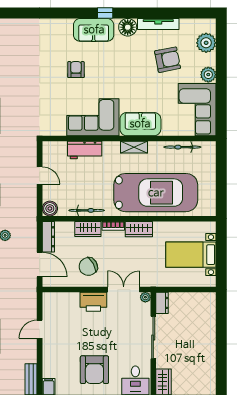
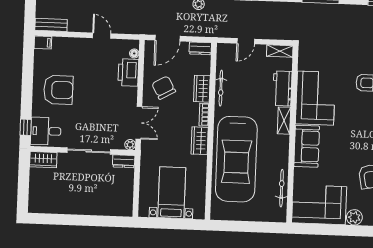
shelving: (134, 147) -> (284, 121), moved
shelving: (48, 154) -> (280, 51), added
door: (40, 176) -> (246, 41), moved
boiler: (50, 209) -> (224, 51), removed
dresser: (48, 237) -> (200, 48), width x0.70
floor lamp: (56, 297) -> (134, 53), added
printer: (93, 302) -> (128, 73), moved
armchair: (94, 370) -> (58, 90), turned 180

